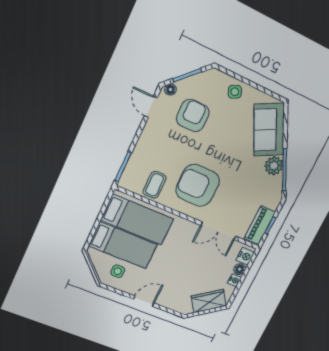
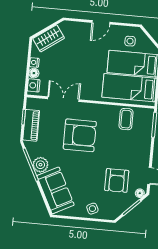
armchair: (198, 185) -> (80, 135), moved
piano: (260, 225) -> (31, 125), moved

